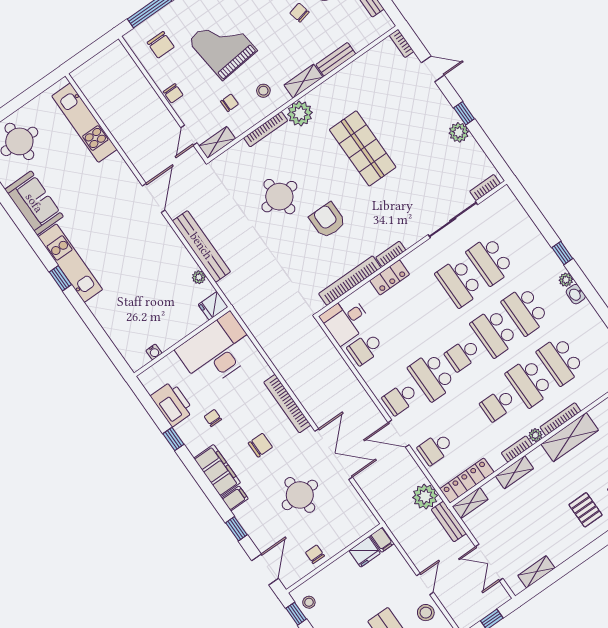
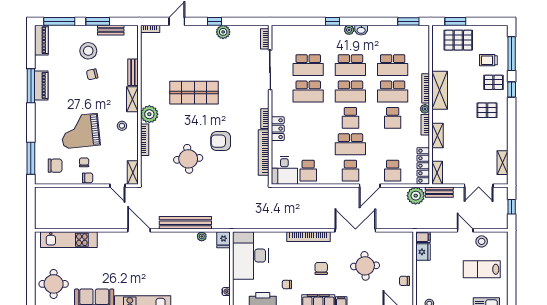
chair: (229, 103) -> (84, 162), moved

